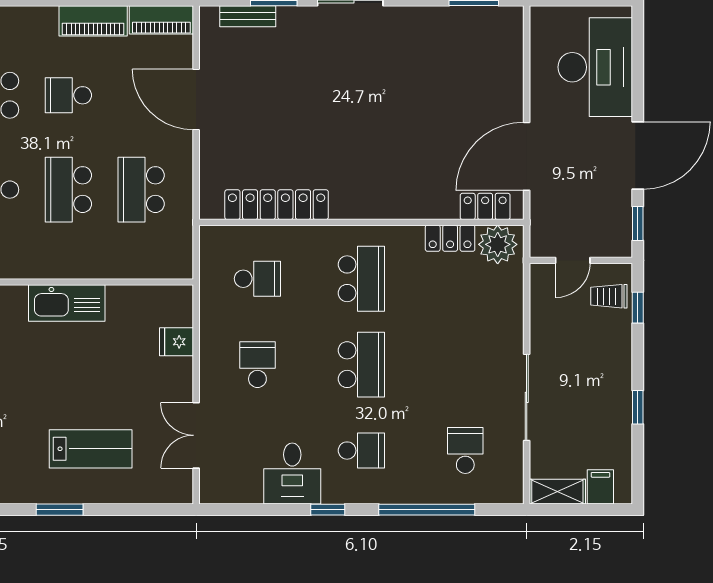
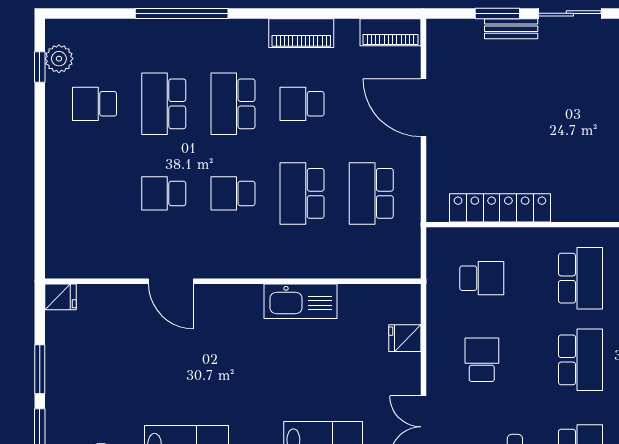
bench: (248, 16) -> (511, 29), moved
piano: (93, 21) -> (301, 33), moved

